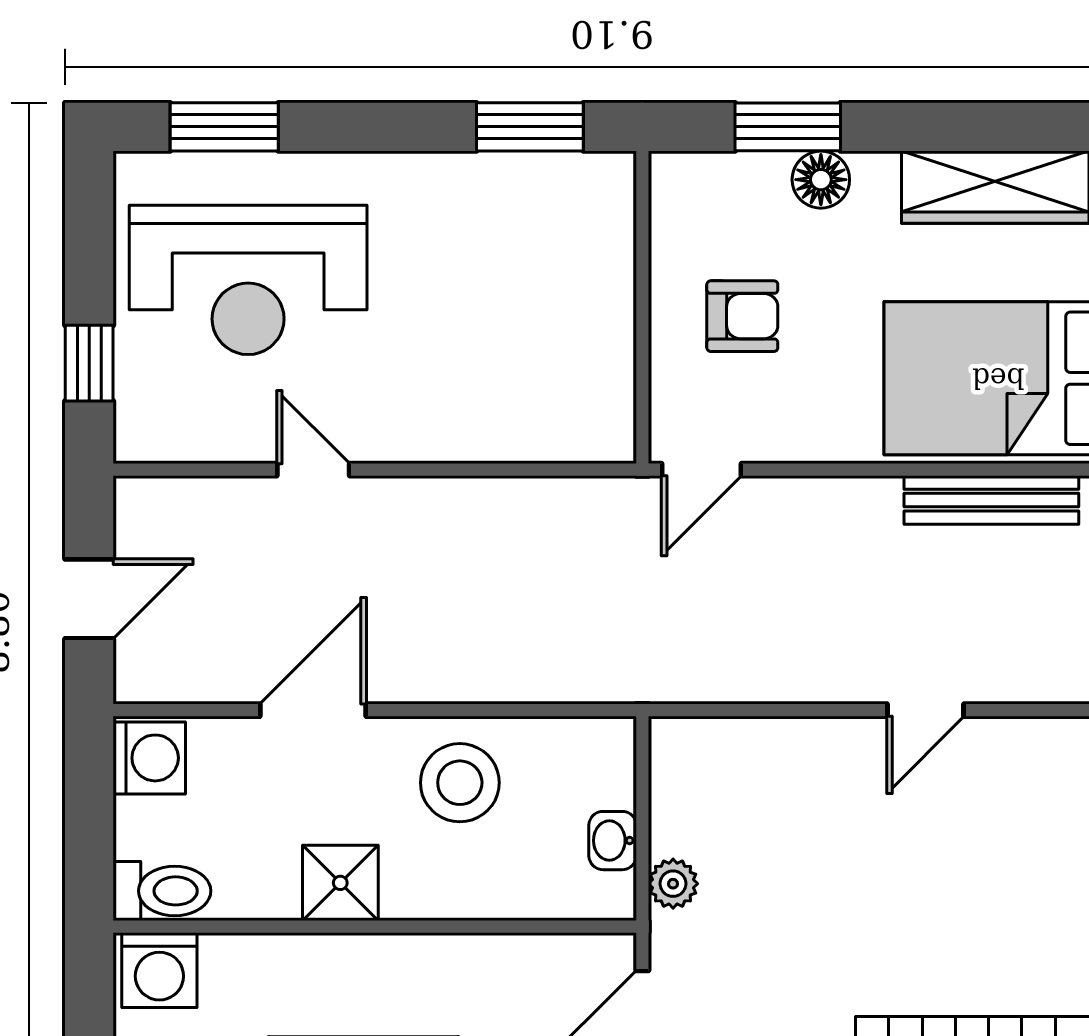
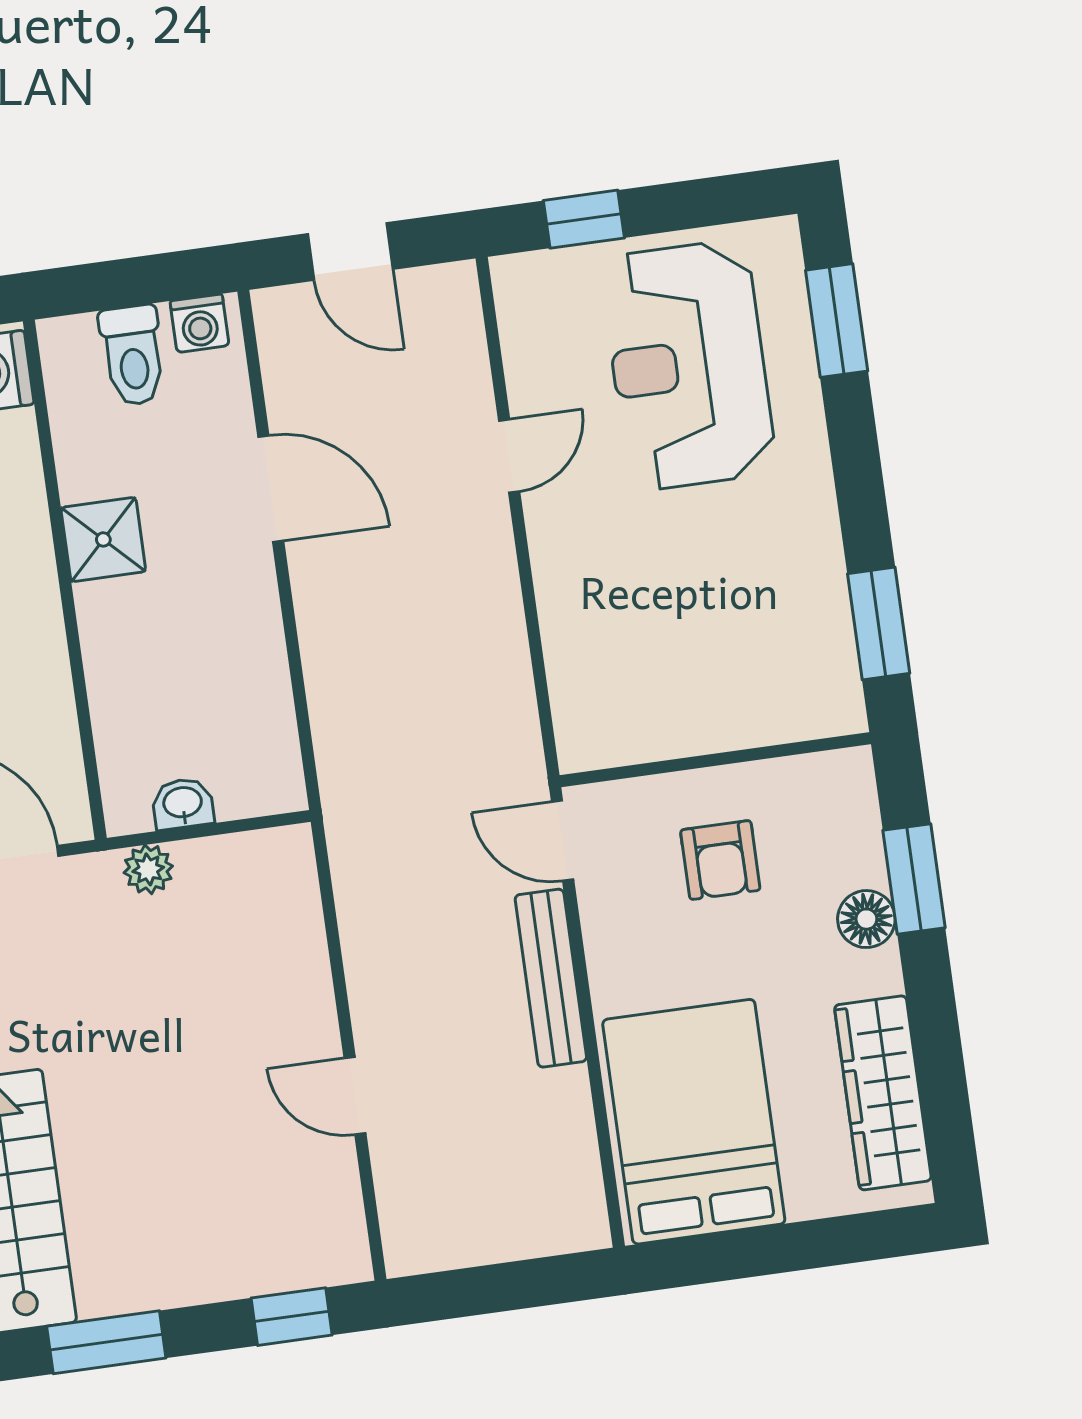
bench: (991, 500) -> (551, 978), moved
washing machine: (149, 758) -> (200, 323), width x0.73, depth x0.73
stool: (460, 783) -> (219, 644), removed
toilet: (162, 891) -> (133, 355), moved

